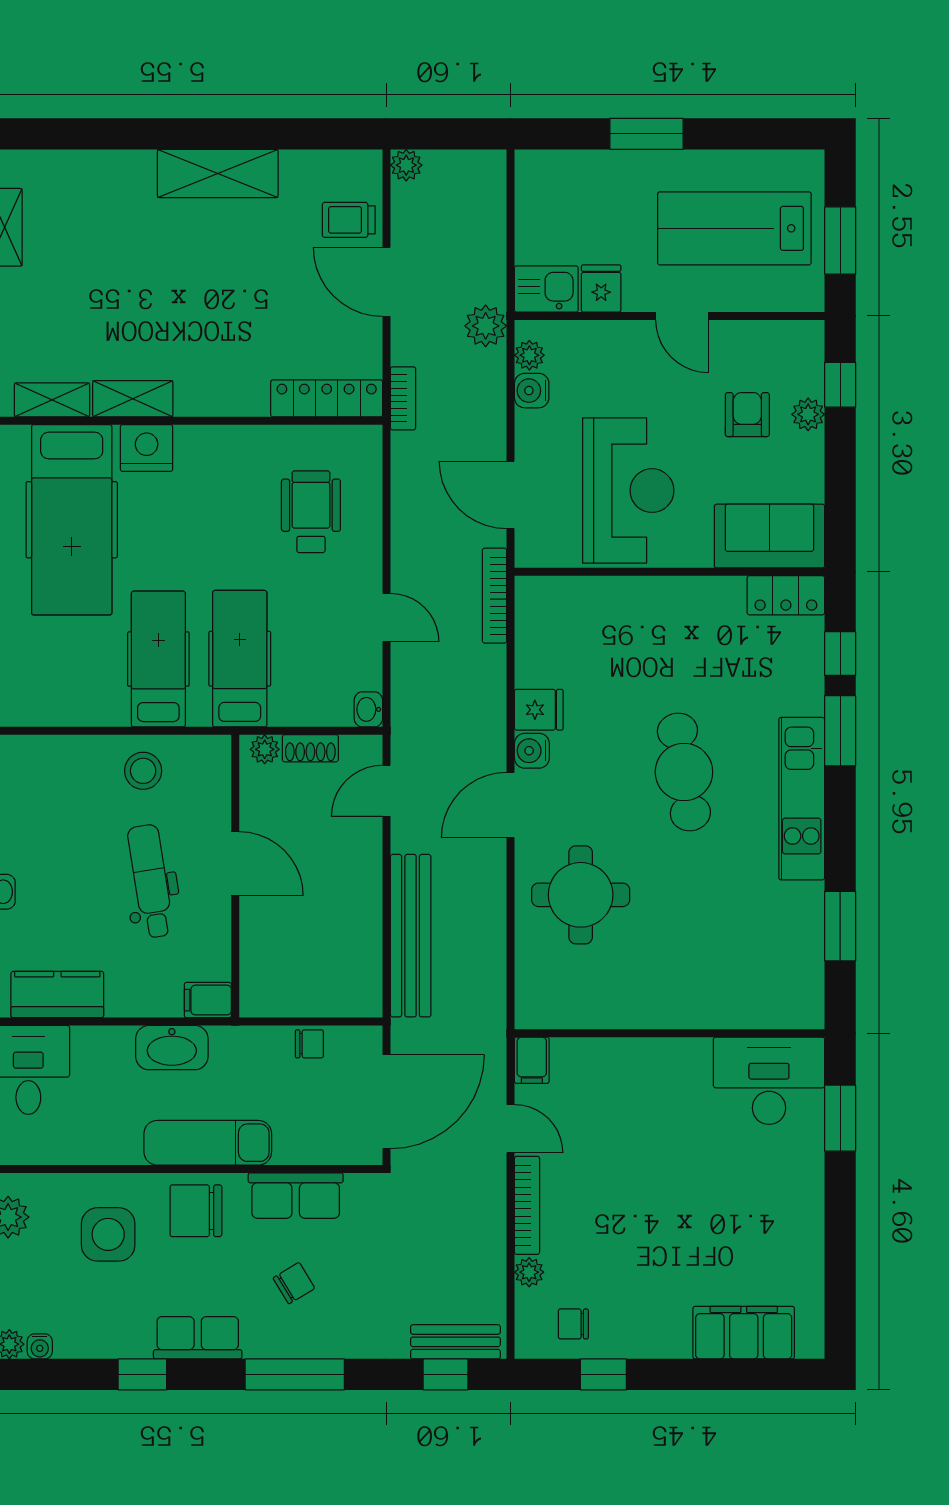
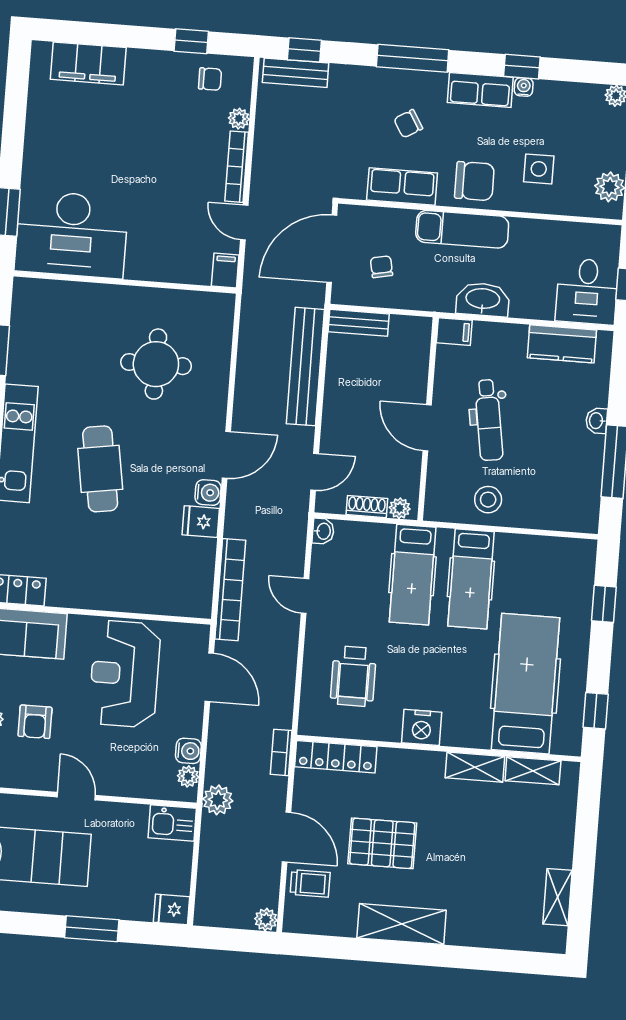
pallet: (253, 283) -> (382, 843), added
fridge: (601, 288) -> (172, 909), moved, turned 90
nightstand: (147, 448) -> (422, 727), moved
bookcase: (494, 596) -> (230, 590), width x1.48, depth x1.31
round table: (581, 895) -> (156, 364), moved
bench: (341, 1002) -> (359, 323), added
chair: (309, 1044) -> (381, 267), moved, turned 79
desk: (769, 1081) -> (71, 234), width x1.36, depth x1.30
side table: (108, 1234) -> (539, 169), width x0.73, depth x0.73
water cooler: (40, 1346) -> (524, 87), moved

